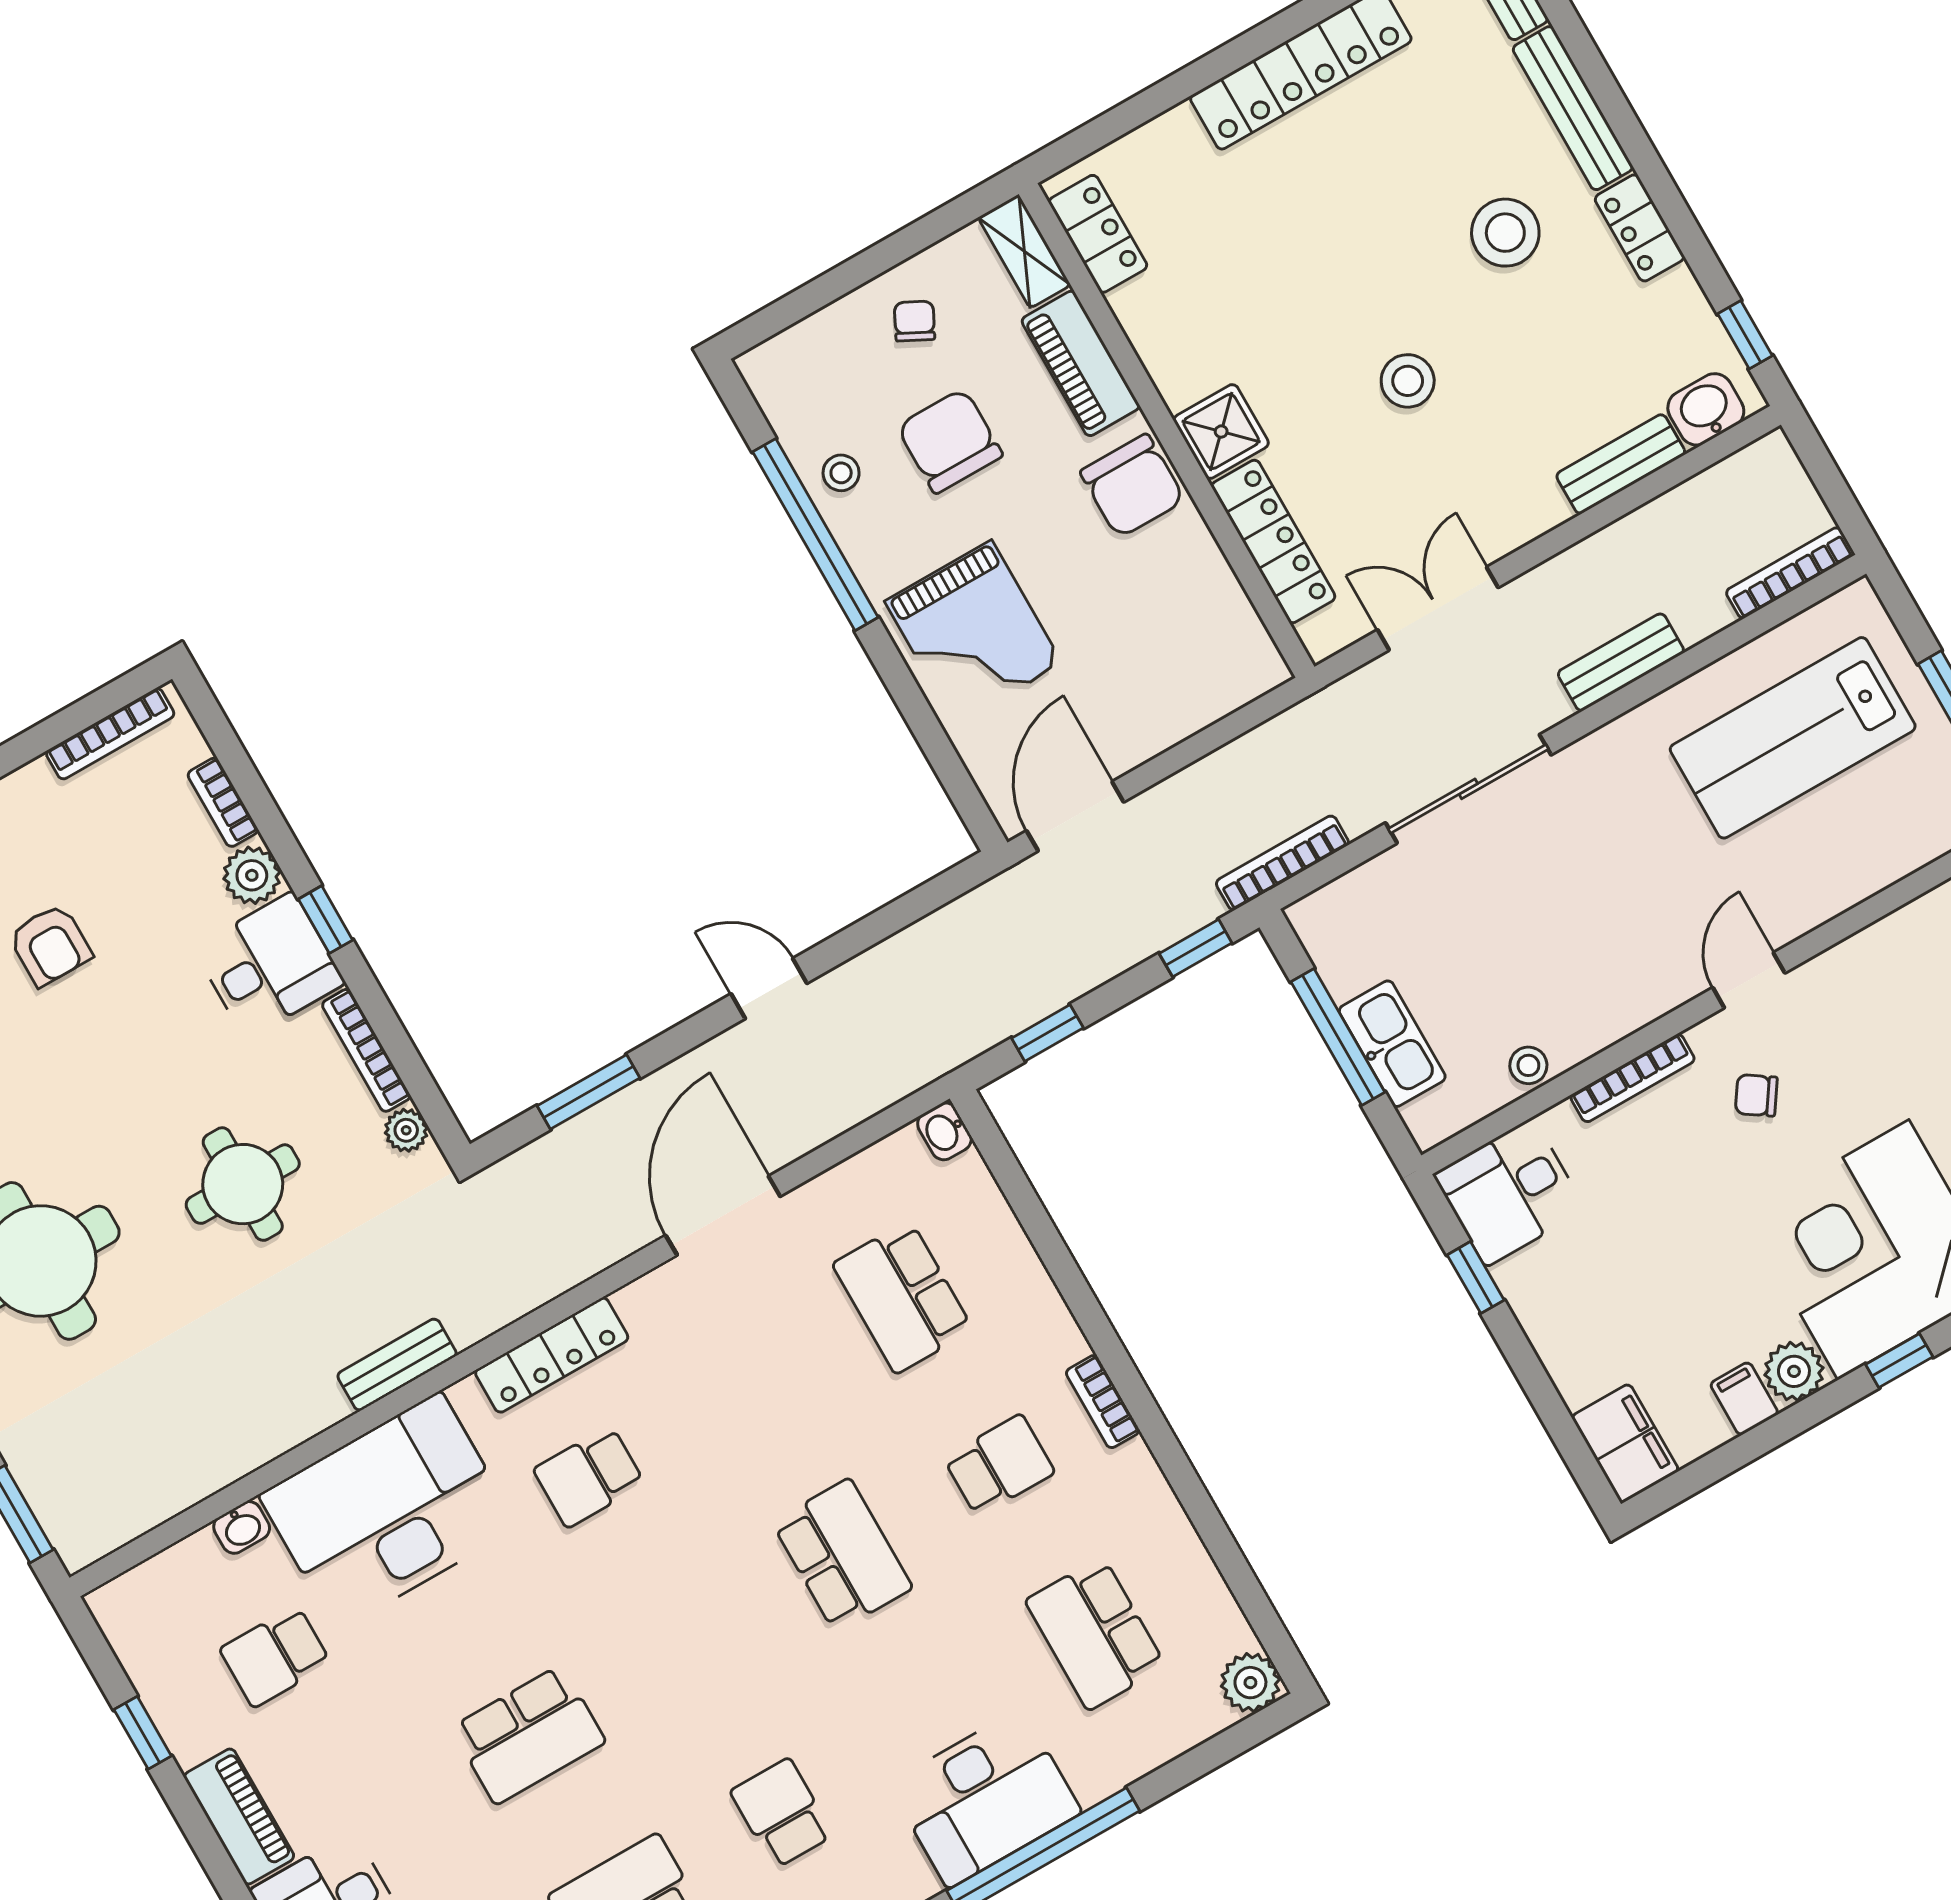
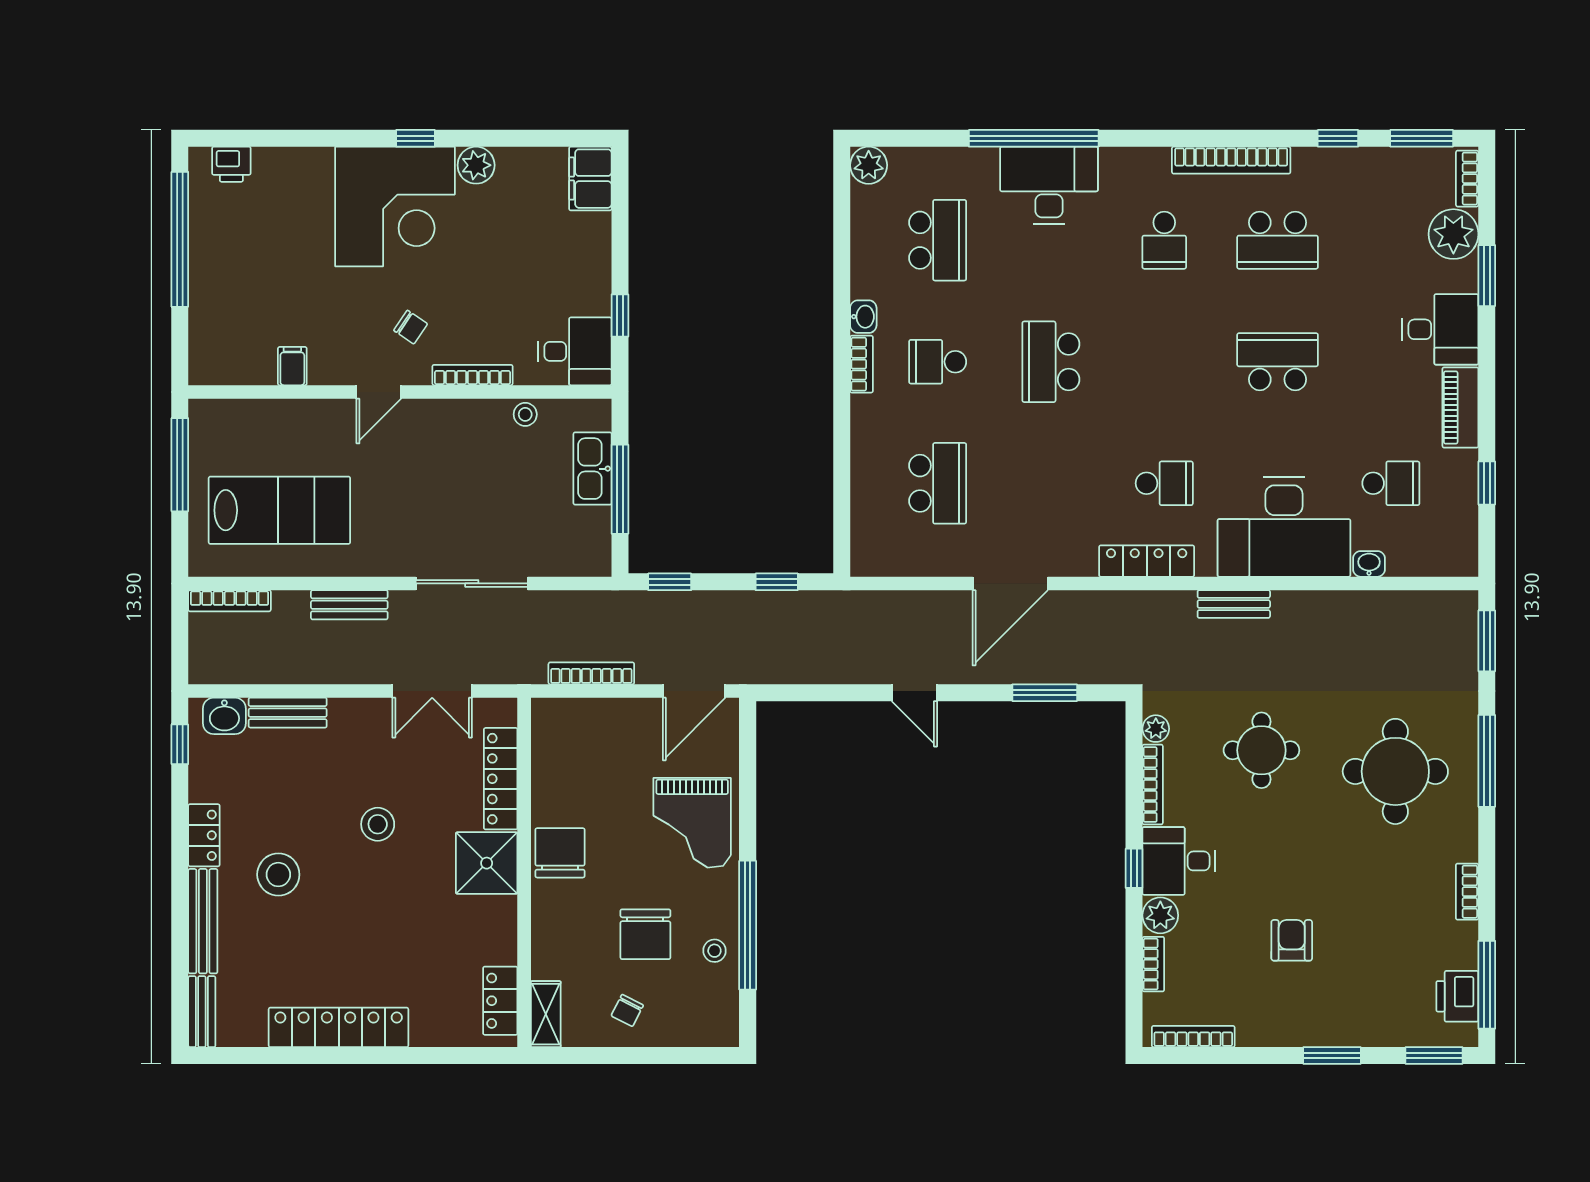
piano: (1081, 363) -> (550, 936), removed
shower: (1221, 432) -> (487, 863), width x1.36, depth x1.36
grand piano: (973, 632) -> (692, 823), turned 180
bookcase: (1282, 863) -> (591, 673), moved, turned 180
washbasin: (944, 1131) -> (863, 317), moved
filing cabinet: (1744, 1399) -> (292, 366), moved, turned 180

